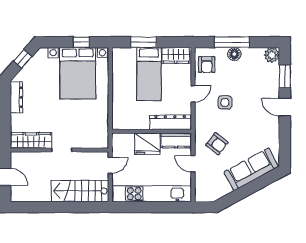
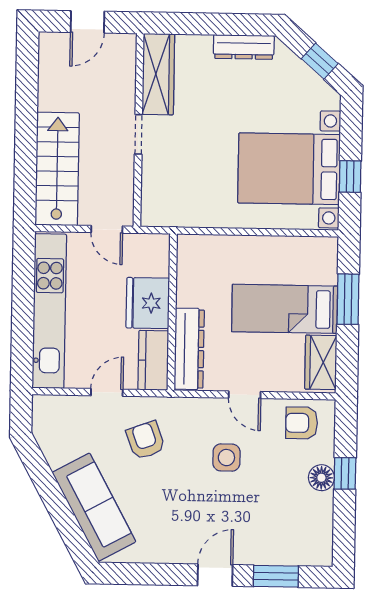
window: (232, 42) -> (345, 473), width x0.46
plant: (272, 55) -> (318, 552), removed
armchair: (217, 144) -> (146, 440), turned 122

